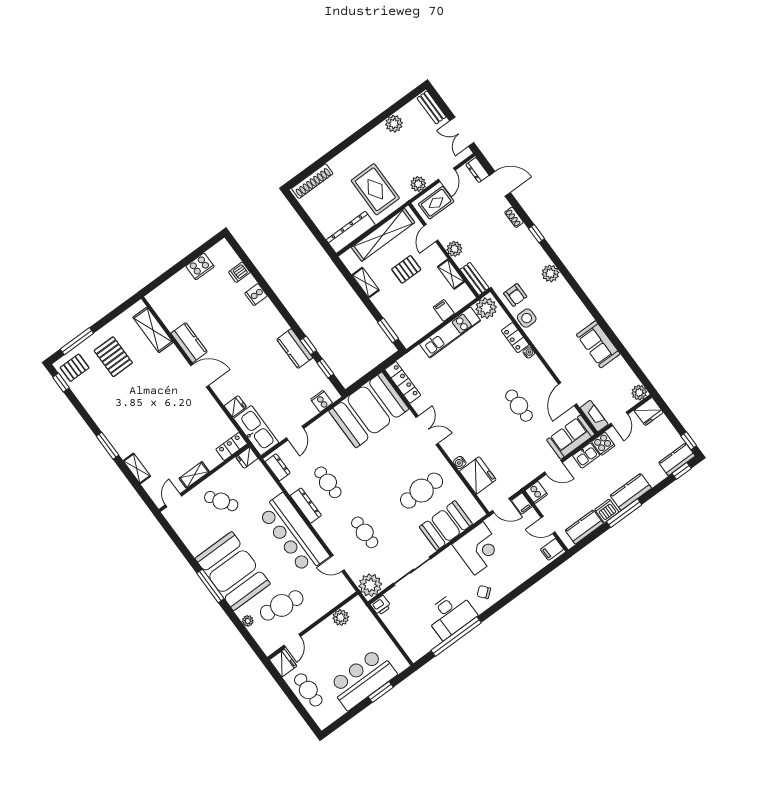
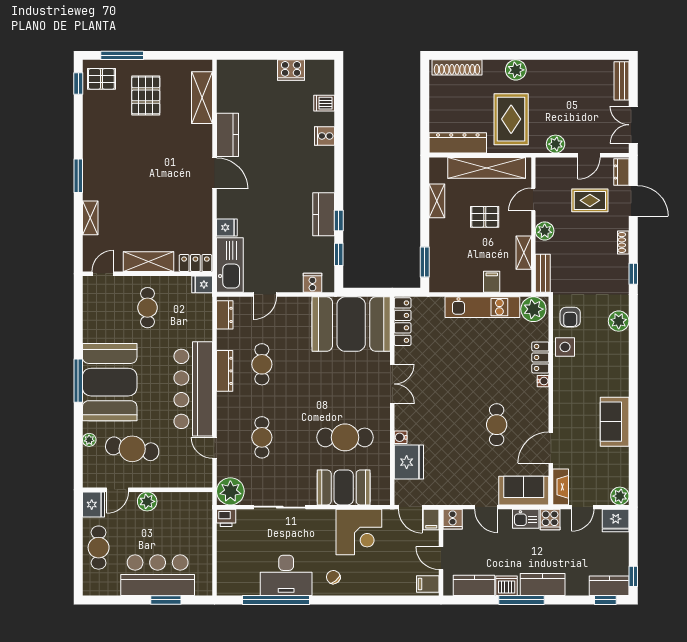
plant: (394, 124) -> (516, 70), moved
rug: (436, 203) -> (590, 200), moved
shelving: (194, 475) -> (148, 262), width x1.50, depth x1.33
cafe table: (221, 501) -> (147, 308), turned 34
plant: (341, 618) -> (147, 501), moved

